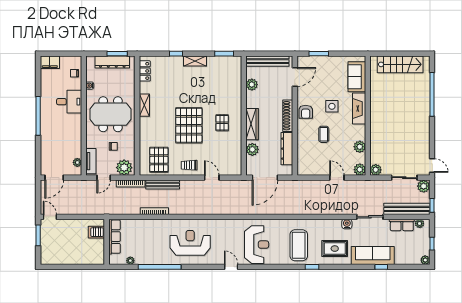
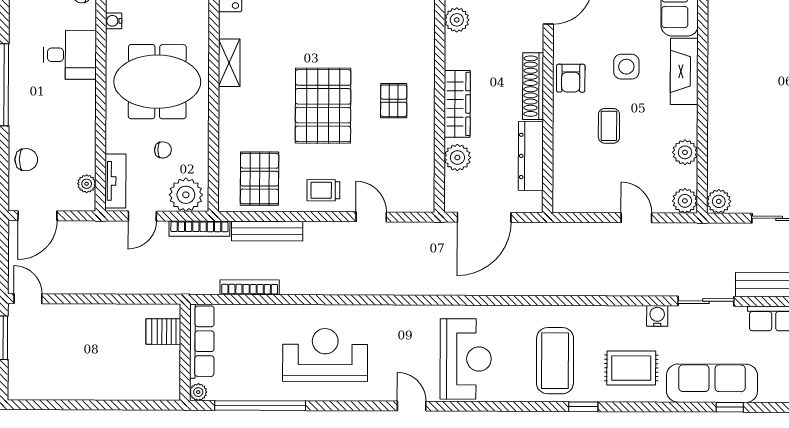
chair: (49, 151) -> (26, 160), added
server rack: (96, 232) -> (163, 332), moved
row of seats: (115, 237) -> (202, 341), moved
wall: (107, 242) -> (185, 352), moved

